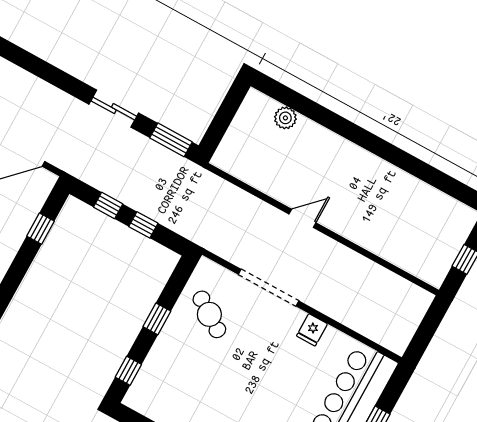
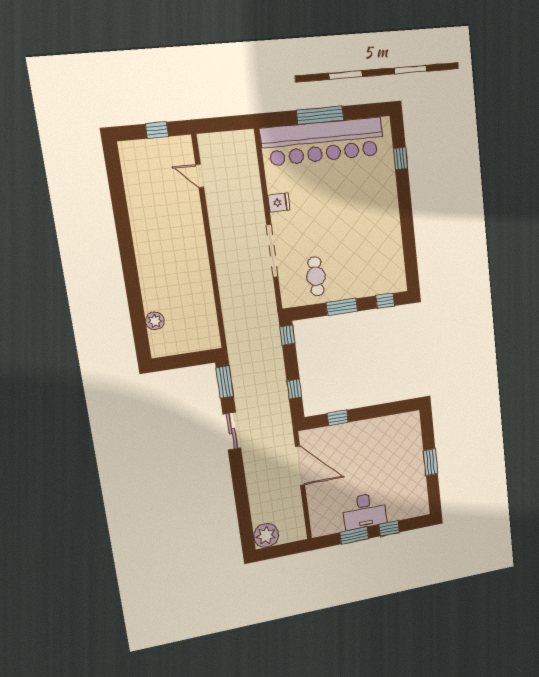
door: (302, 218) -> (200, 176), moved
window: (143, 225) -> (287, 335), moved
cafe table: (209, 314) -> (316, 276), turned -34
window: (157, 319) -> (342, 307), width x1.50

